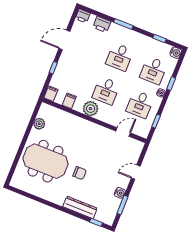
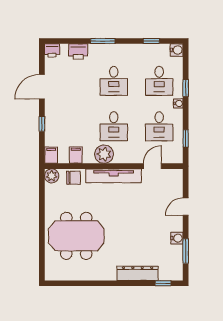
plant: (39, 124) -> (52, 176), moved
tv unit: (91, 128) -> (114, 176), added
chair: (80, 173) -> (74, 178), moved

